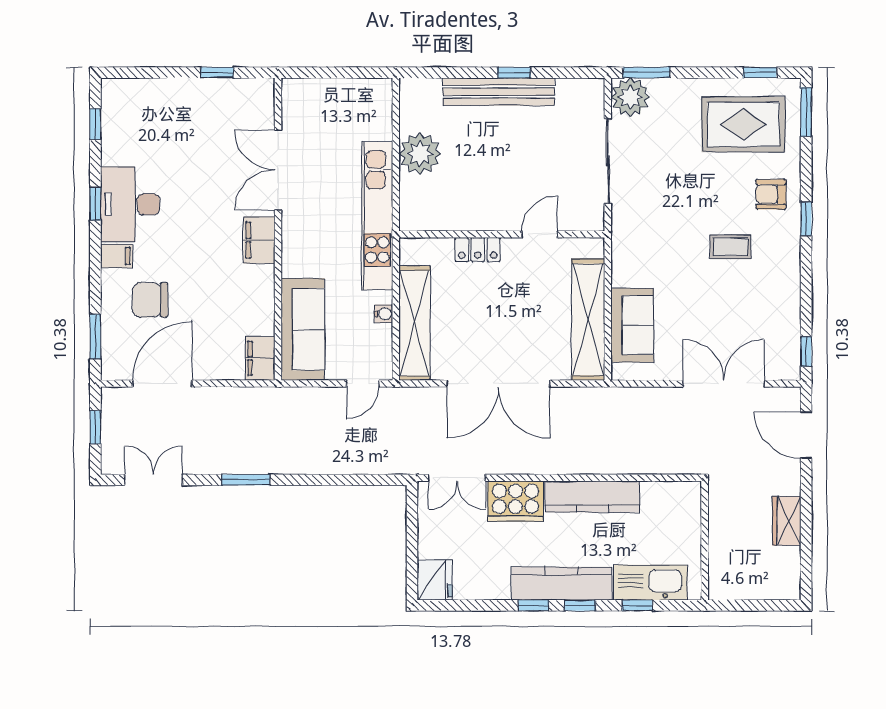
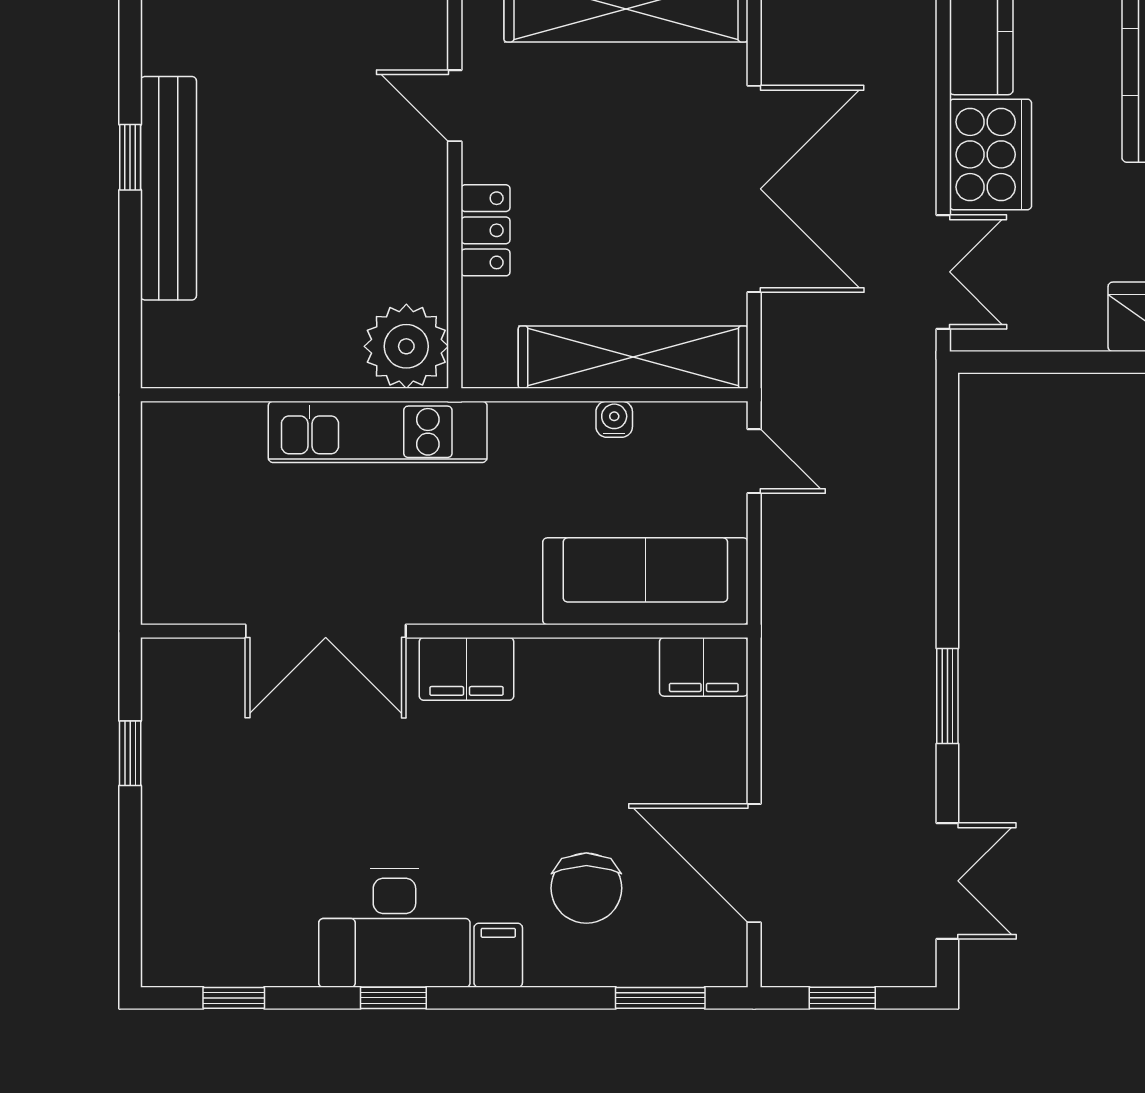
plant: (420, 154) -> (406, 346), moved
kitchen unit: (377, 216) -> (378, 432), width x0.73
double door: (154, 480) -> (947, 881), swing flipped

